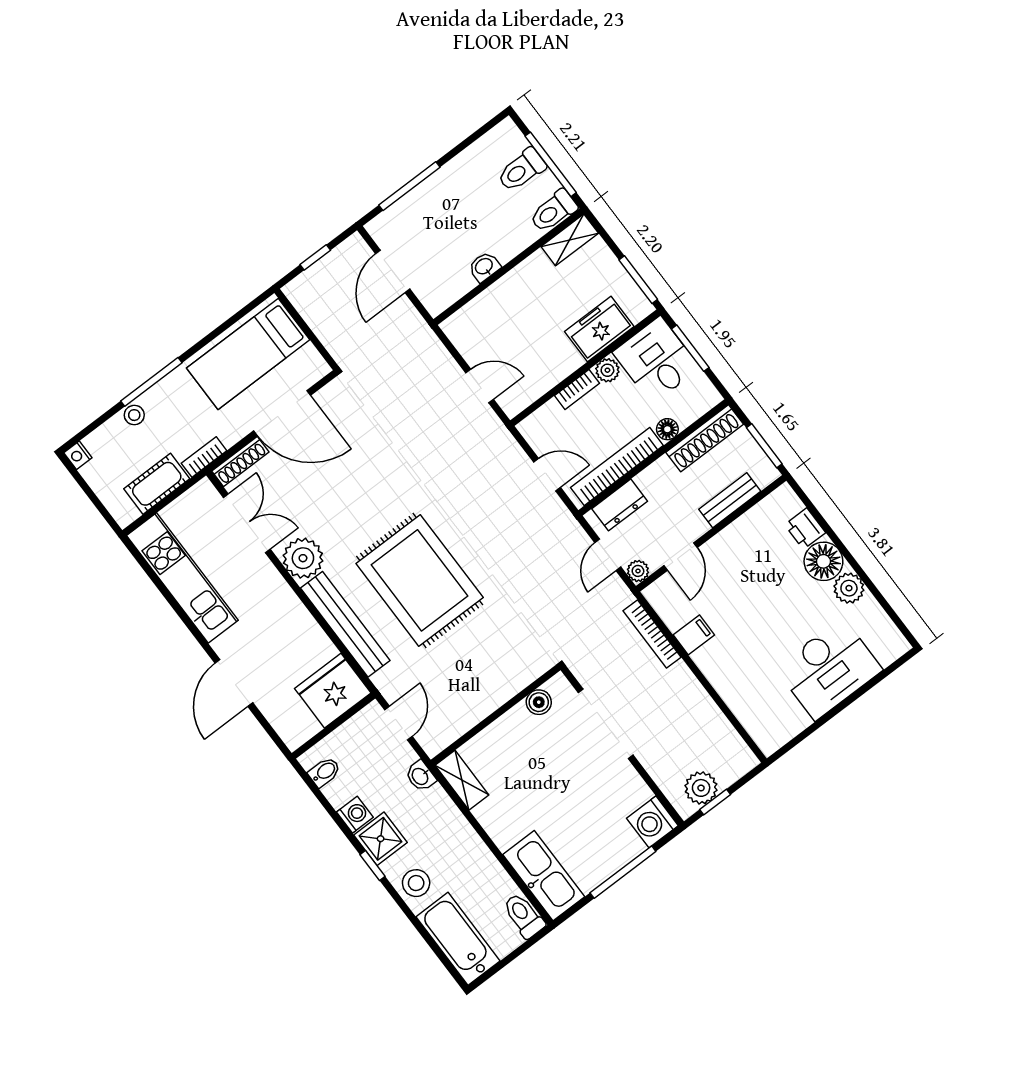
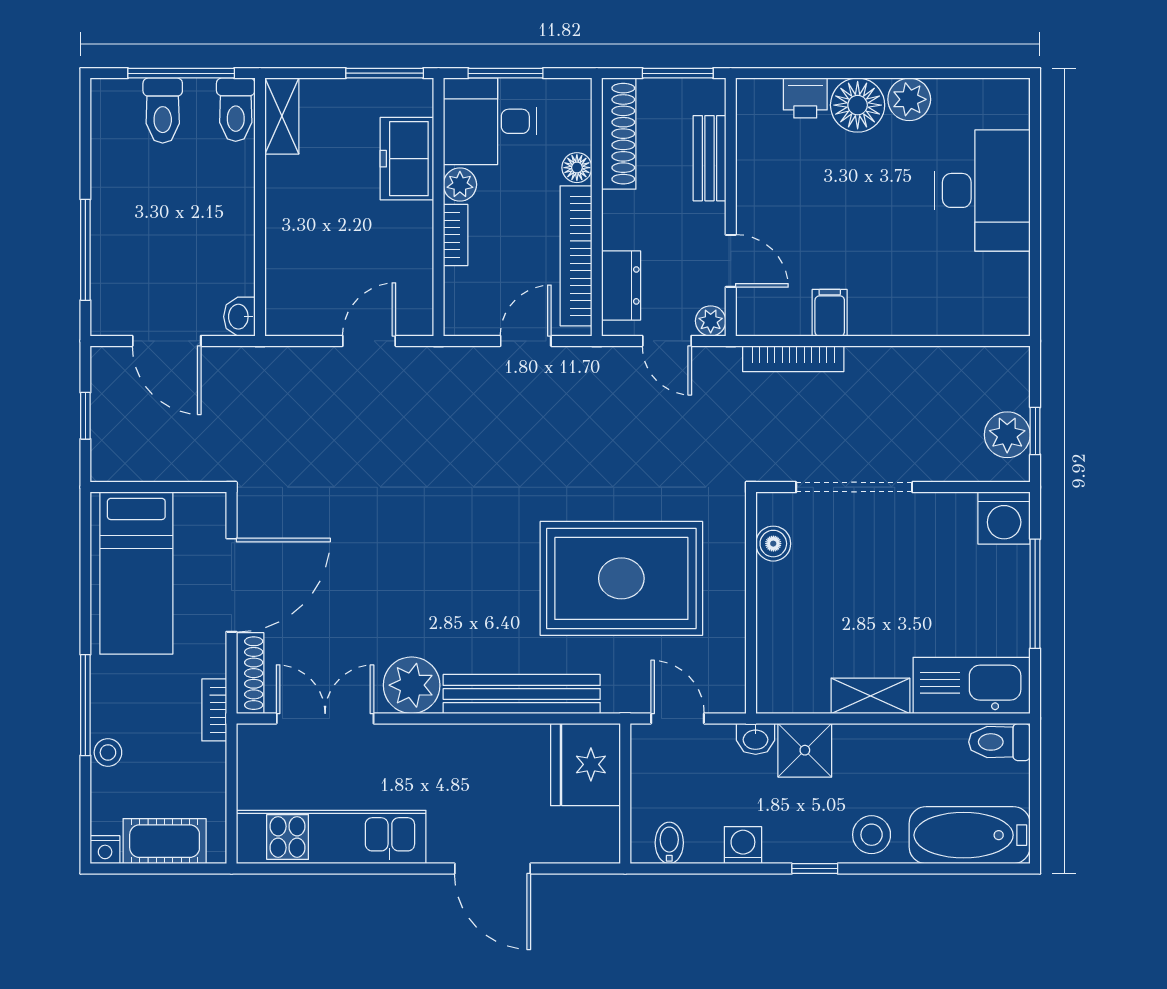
washbasin: (484, 267) -> (239, 317), moved
cot: (157, 484) -> (165, 841), moved, turned 90
rug: (420, 580) -> (621, 578), moved
shelving: (462, 780) -> (870, 696), moved
shower: (381, 839) -> (805, 750), moved

